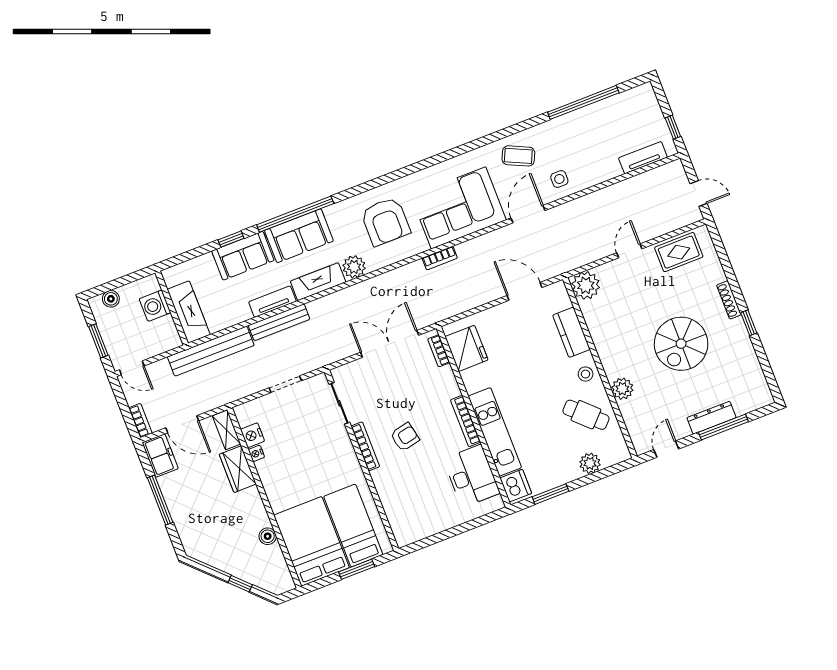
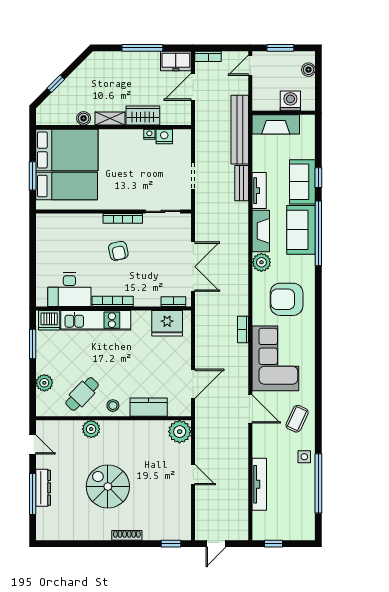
tv unit: (643, 158) -> (259, 484), moved, width x1.41
side table: (559, 179) -> (304, 457), moved
rug: (679, 252) -> (178, 512), removed
bench: (279, 322) -> (242, 183), width x0.73
window: (749, 323) -> (171, 544), moved
shelving: (227, 430) -> (110, 118), moved

